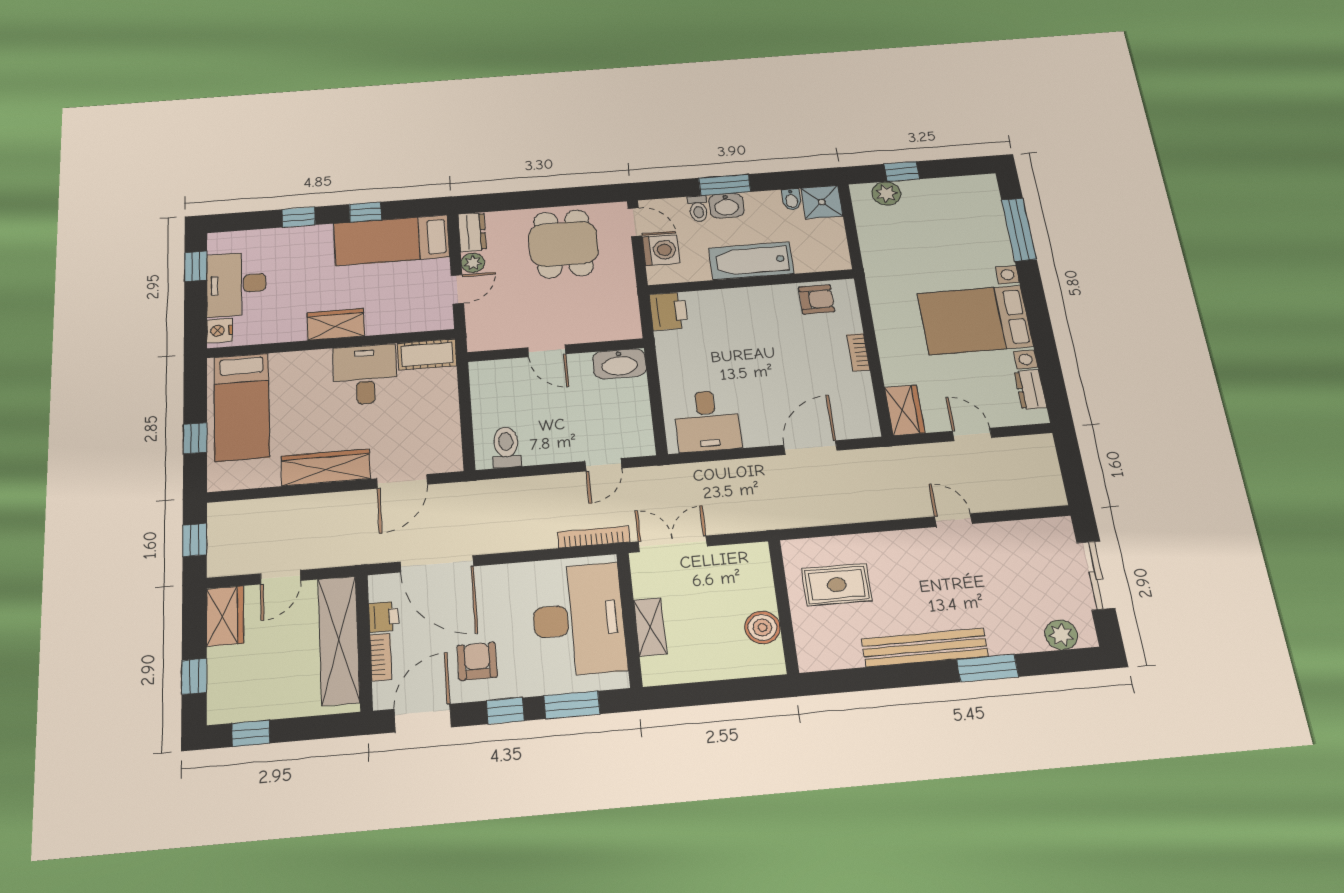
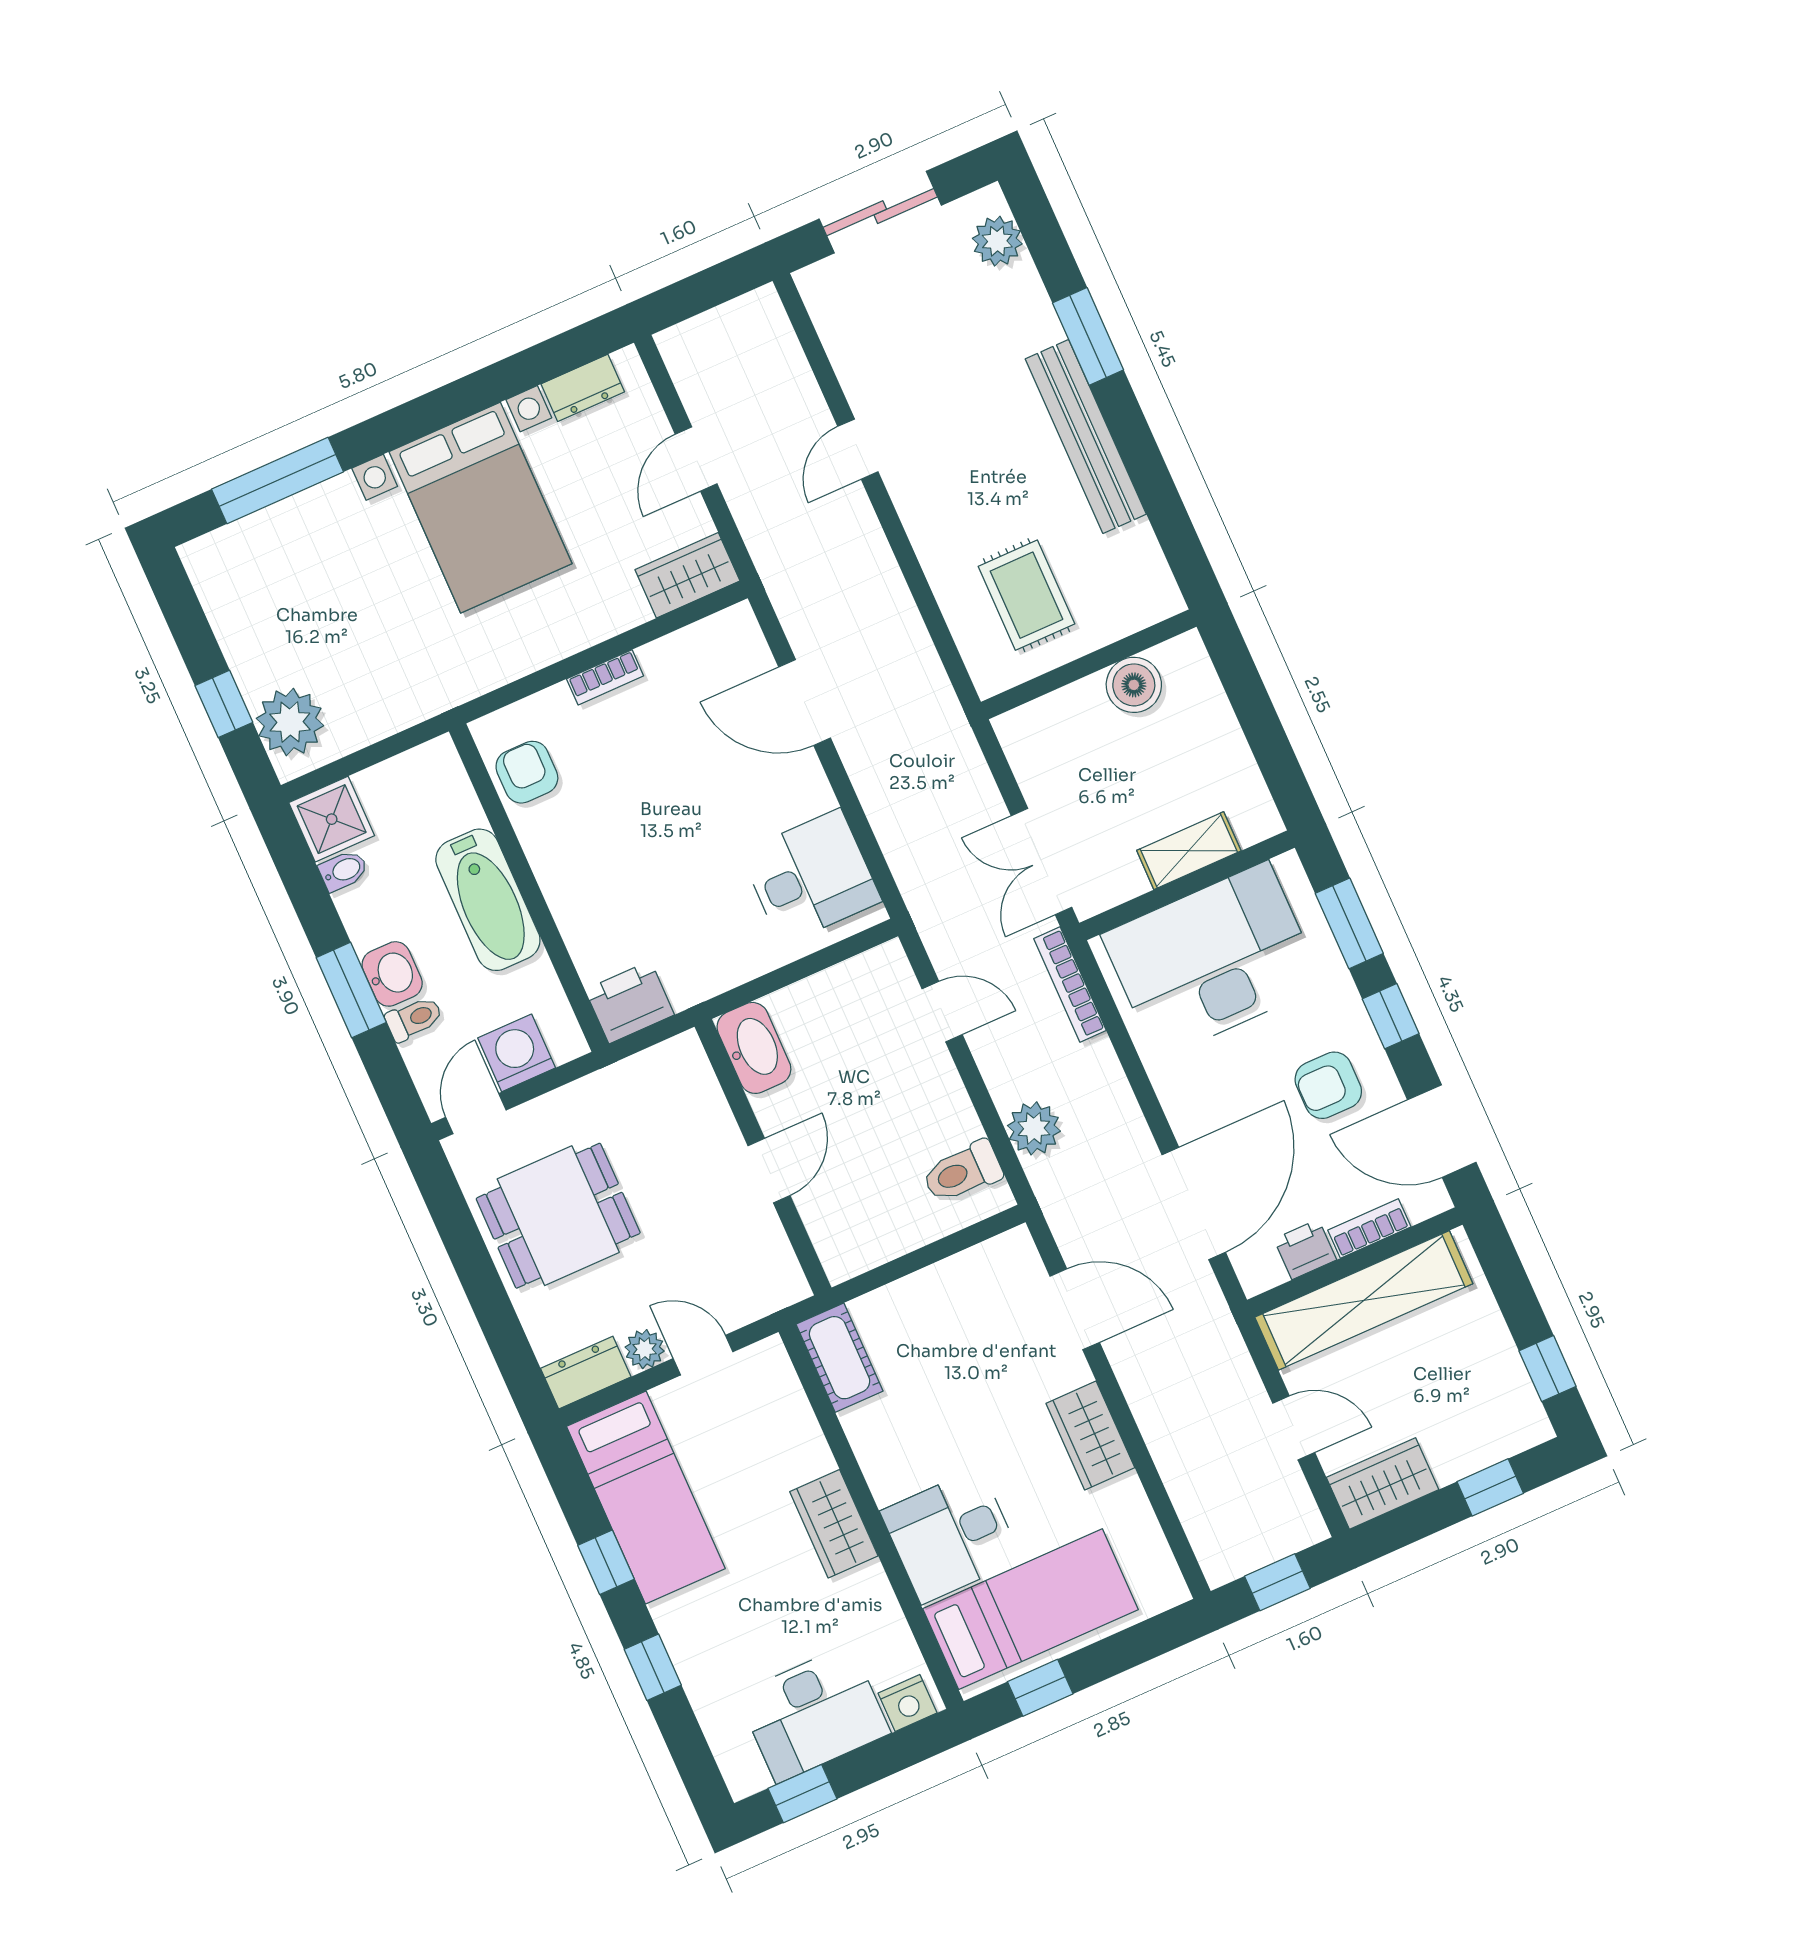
plant: (886, 193) -> (290, 722), width x1.36, depth x1.36
desk: (365, 374) -> (951, 1536), moved
window: (195, 438) -> (1040, 1688), moved
wardrobe: (326, 467) -> (1090, 1435), width x0.67
plant: (516, 492) -> (1034, 1128), added

